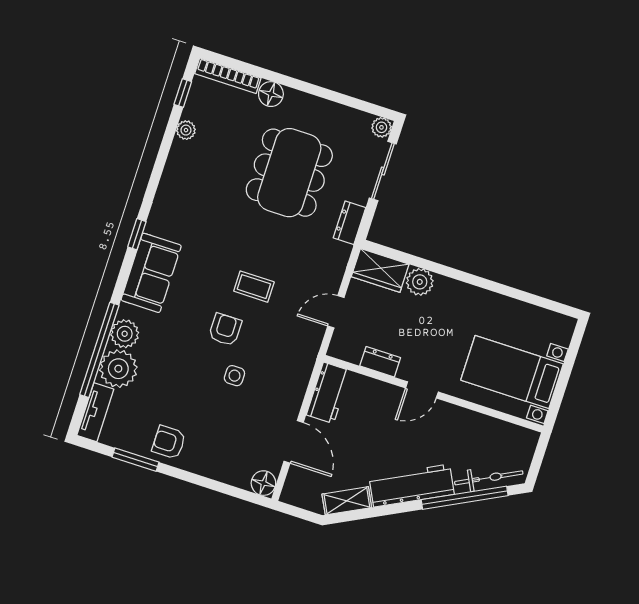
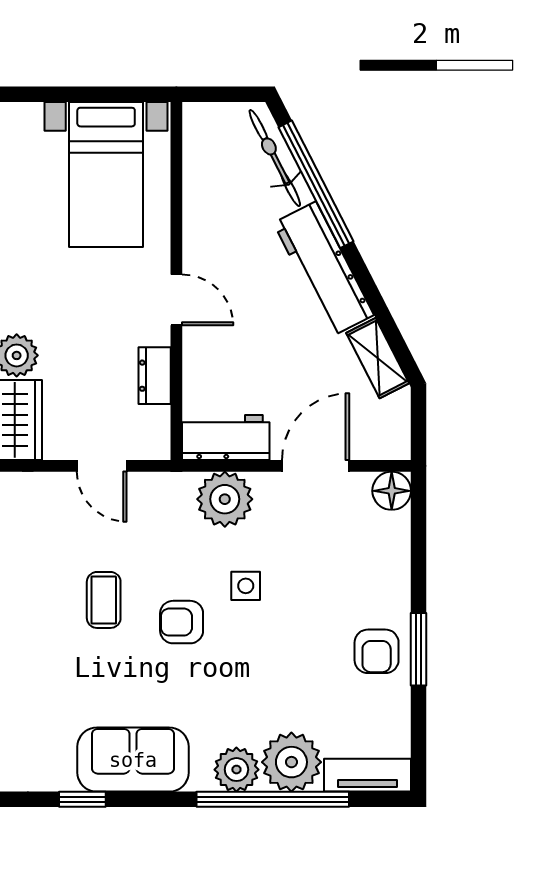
plant: (291, 380) -> (225, 499), added
window: (136, 460) -> (418, 649), moved

